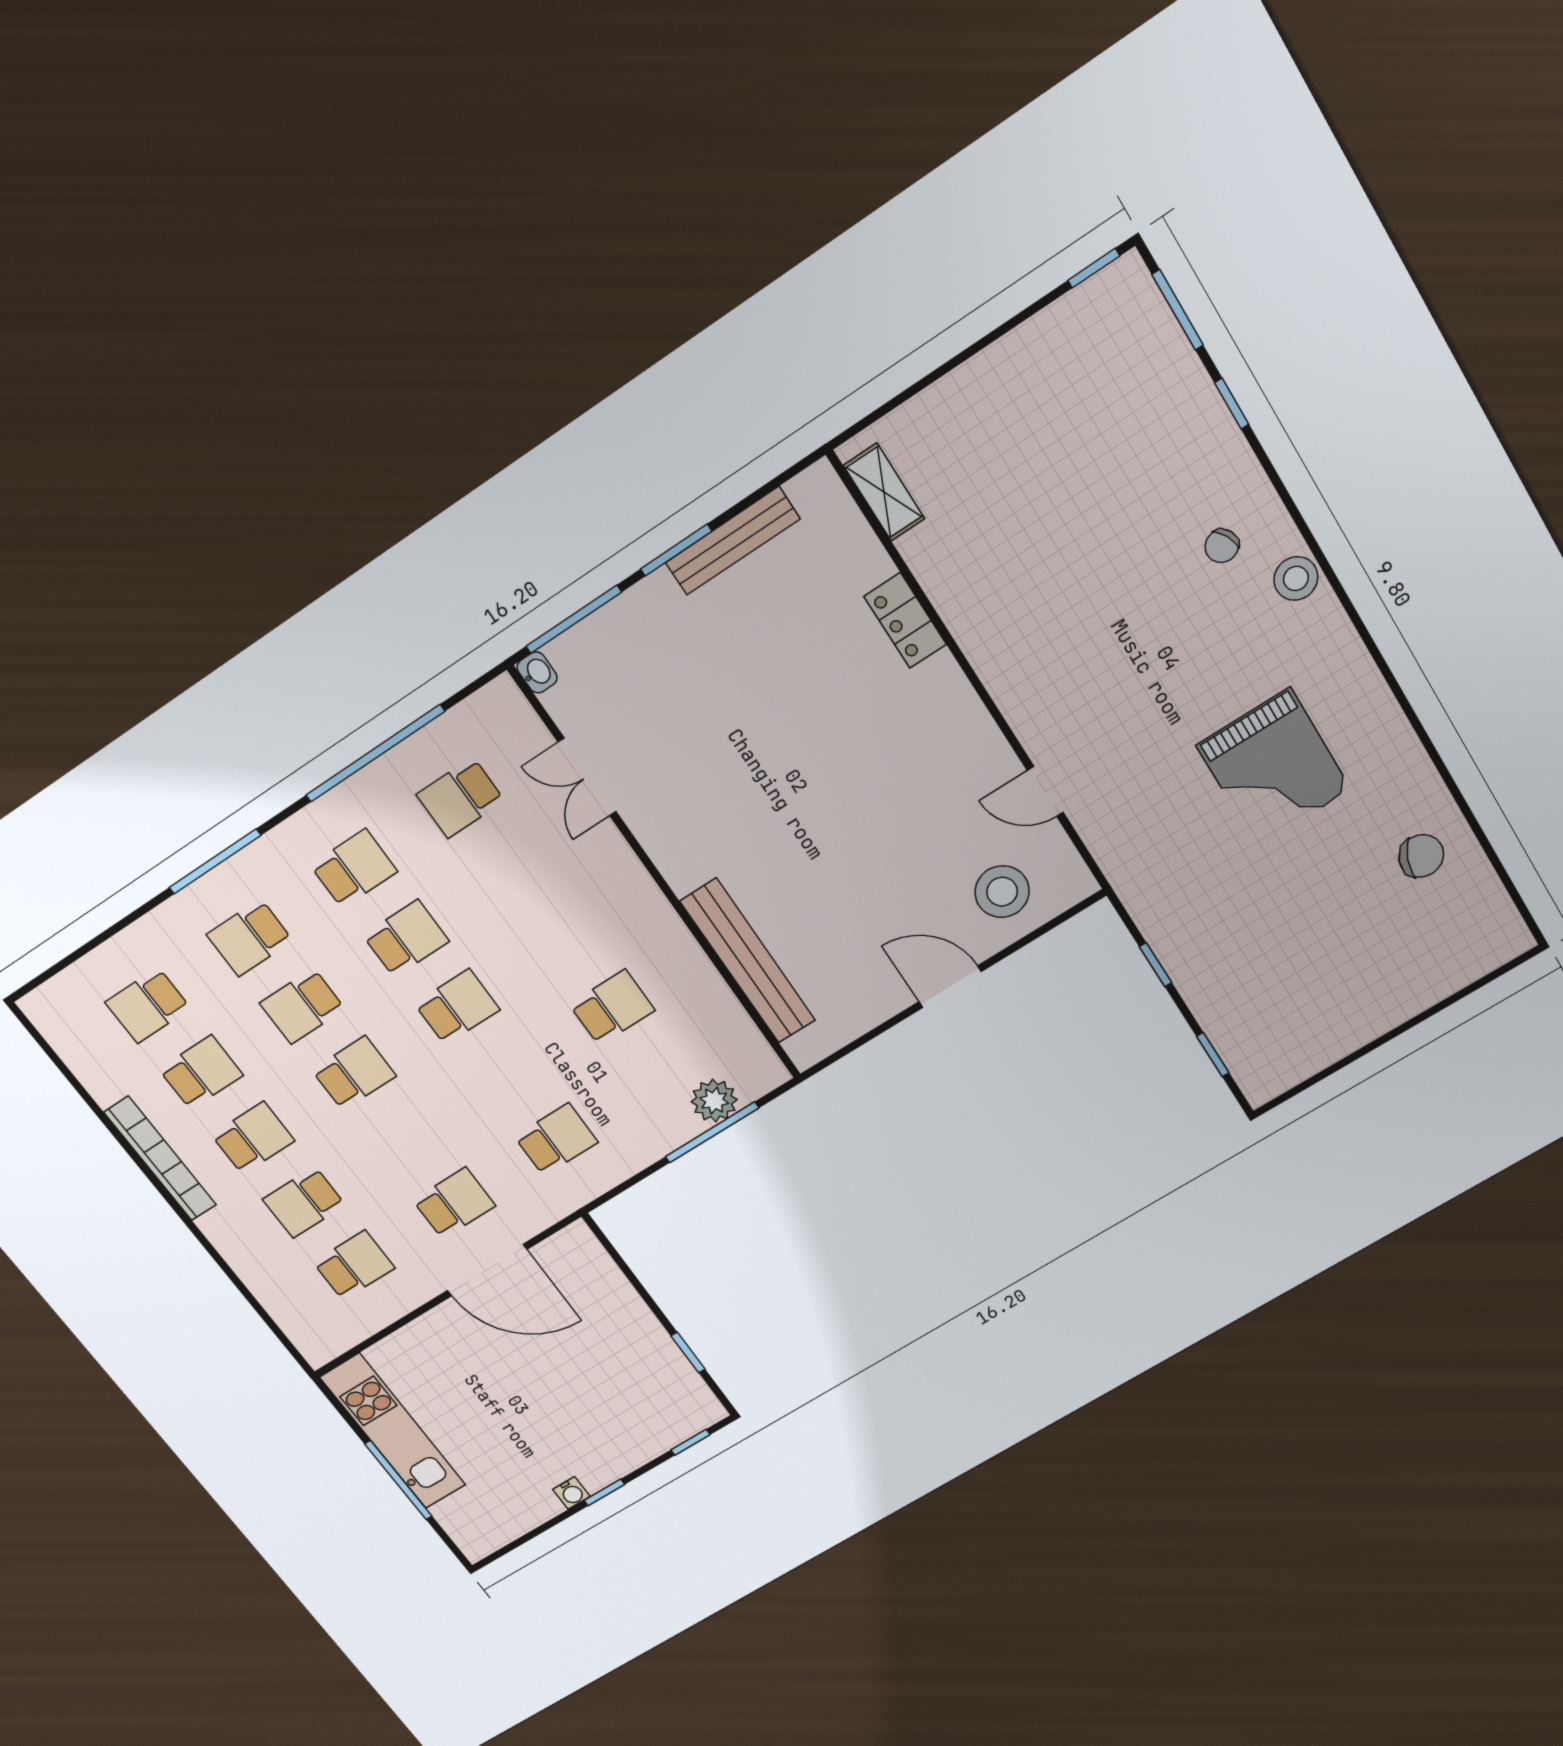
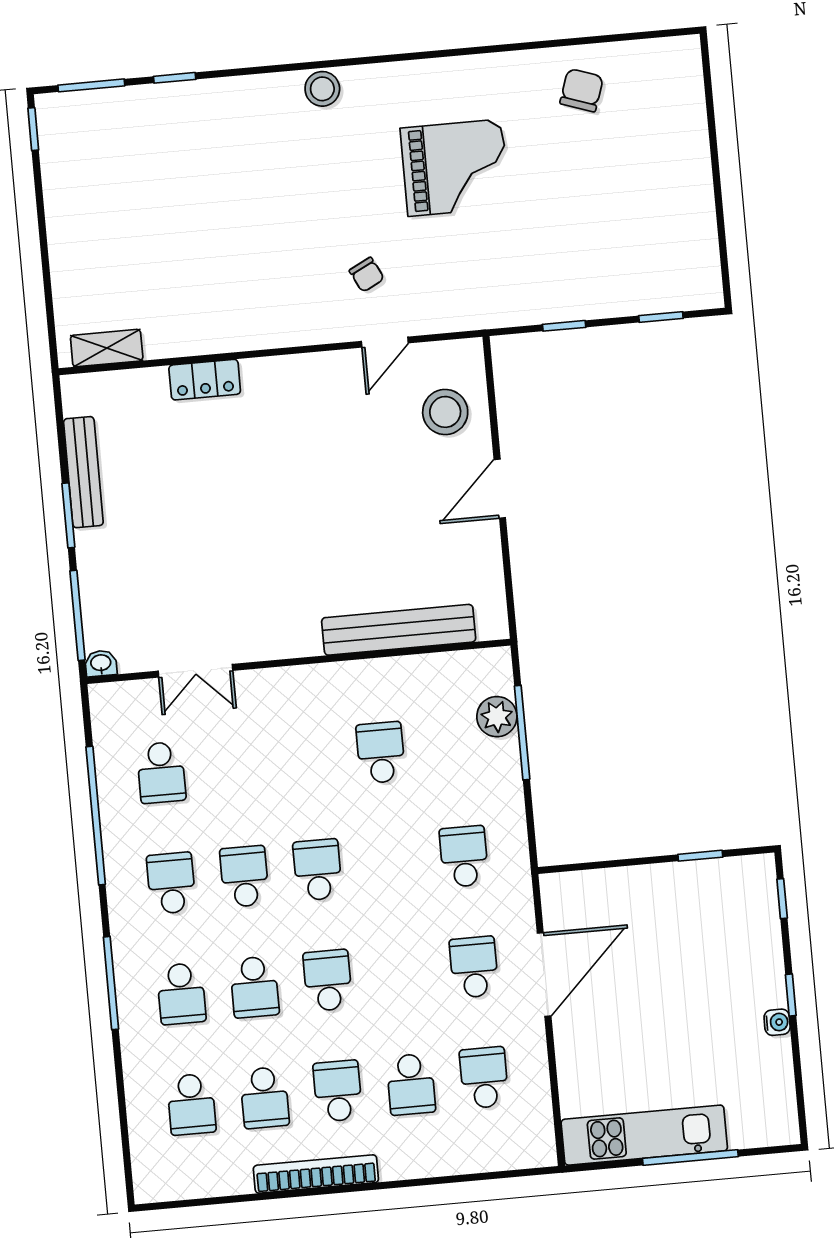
chair: (1222, 546) -> (367, 275), moved
school desk: (201, 1072) -> (265, 1098), turned 180

